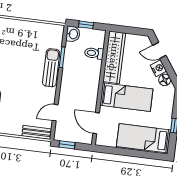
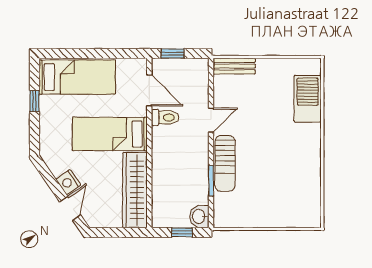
door: (159, 50) -> (70, 208), hinge flipped
toilet: (94, 53) -> (165, 117), moved
floor lamp: (165, 80) -> (57, 166), removed
door: (55, 113) -> (211, 120), moved
window: (67, 145) -> (173, 54), moved

